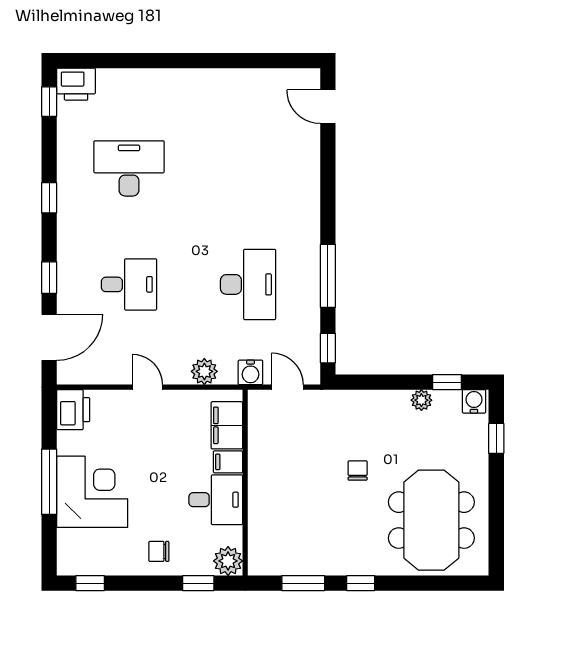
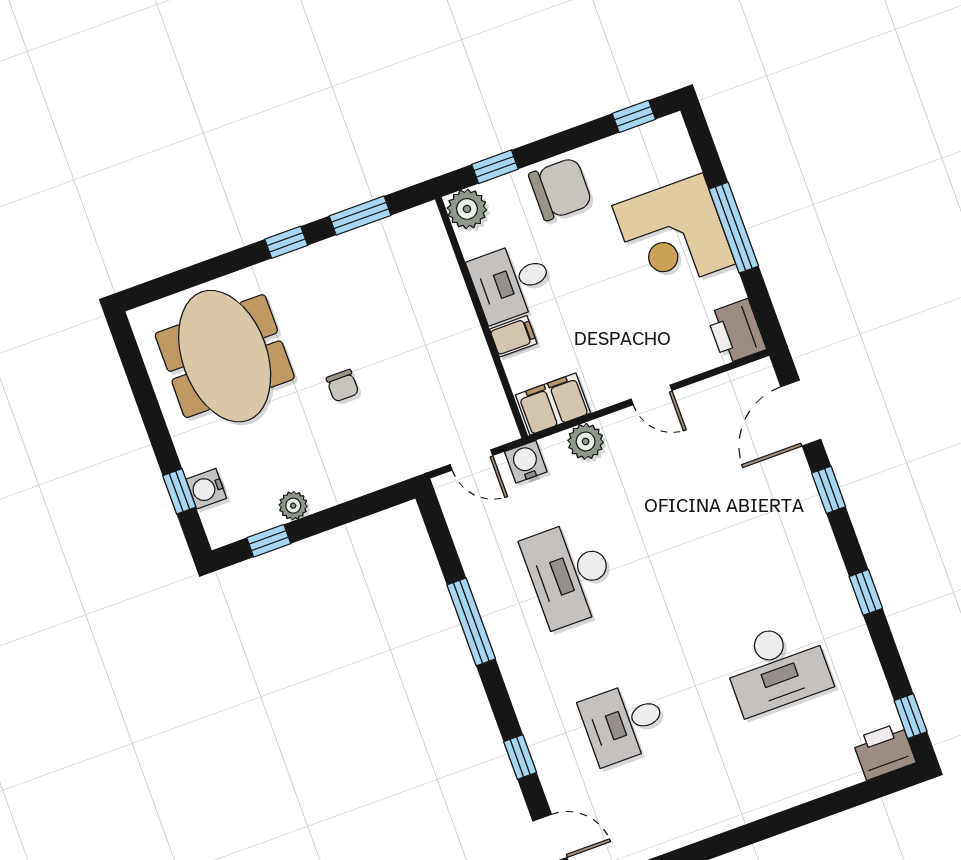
desk: (129, 284) -> (624, 723), moved
window: (328, 348) -> (520, 757), moved
water cooler: (474, 401) -> (206, 489), moved, turned 90
filing cabinet: (227, 425) -> (553, 404), moved, turned -90
chair: (159, 551) -> (560, 189), width x1.87, depth x1.87

